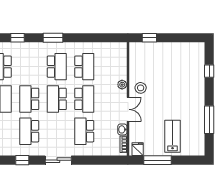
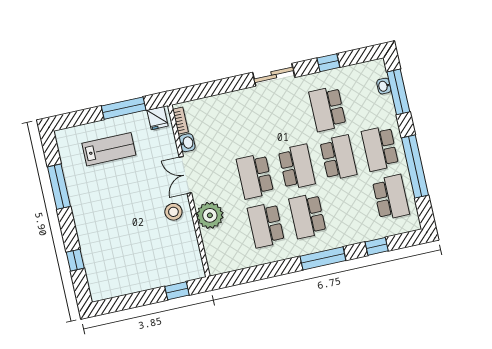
window: (53, 38) -> (323, 258), width x1.44
plant: (122, 85) -> (210, 215), width x1.87, depth x1.87
school desk: (29, 131) -> (327, 109), turned 180
school desk: (84, 131) -> (244, 127), removed
lab bench: (173, 136) -> (109, 149), turned -90

